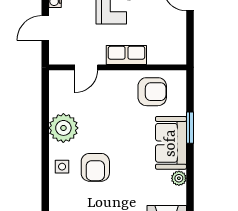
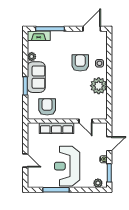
row of seats: (126, 55) -> (56, 128), width x1.48
door: (86, 67) -> (85, 121), swing flipped
armchair: (152, 92) -> (47, 107), turned 90

